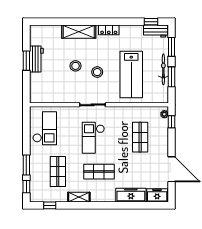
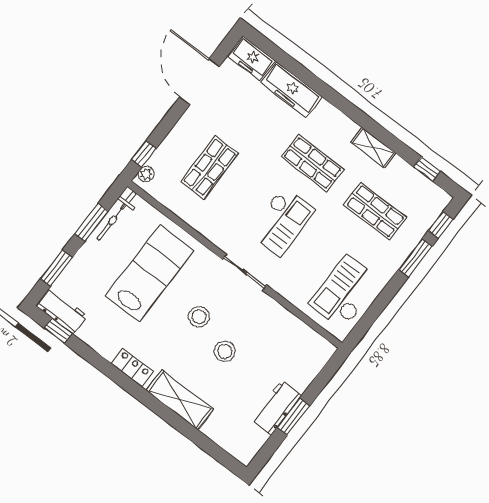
bicycle: (163, 69) -> (116, 216), moved
shop shelf: (58, 172) -> (375, 211), turned 90

